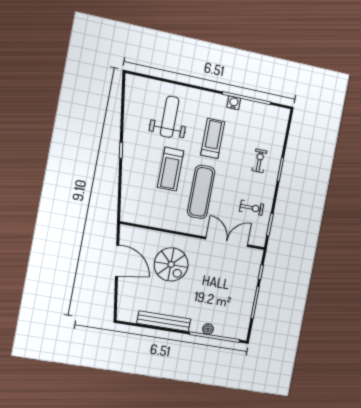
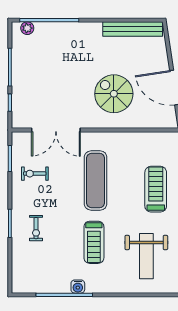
treadmill: (171, 169) -> (156, 189), moved
bench: (164, 321) -> (133, 29), moved
plant: (208, 329) -> (27, 28), moved

